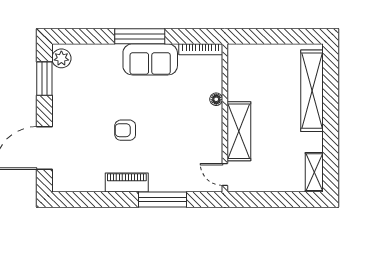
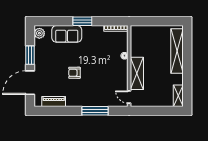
window: (140, 36) -> (82, 21), width x0.69
sofa: (150, 59) -> (67, 34), moved
window: (44, 79) -> (30, 55), moved
piano: (127, 183) -> (54, 102), moved

